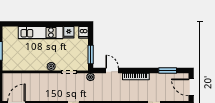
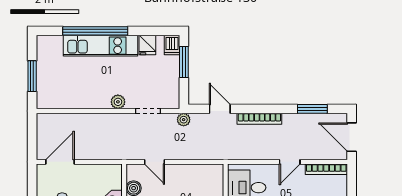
window: (38, 24) -> (95, 31), added
window: (91, 55) -> (184, 62), moved

